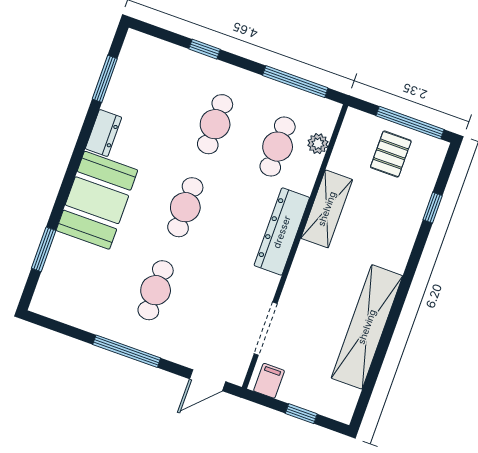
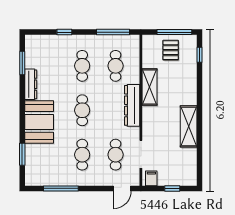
dresser: (104, 133) -> (31, 84), width x1.44
plant: (318, 144) -> (134, 58), removed
window: (433, 208) -> (200, 55), moved
cafe table: (218, 313) -> (116, 155), added
shelving: (367, 327) -> (189, 126), width x0.68
window: (127, 351) -> (61, 188), moved

